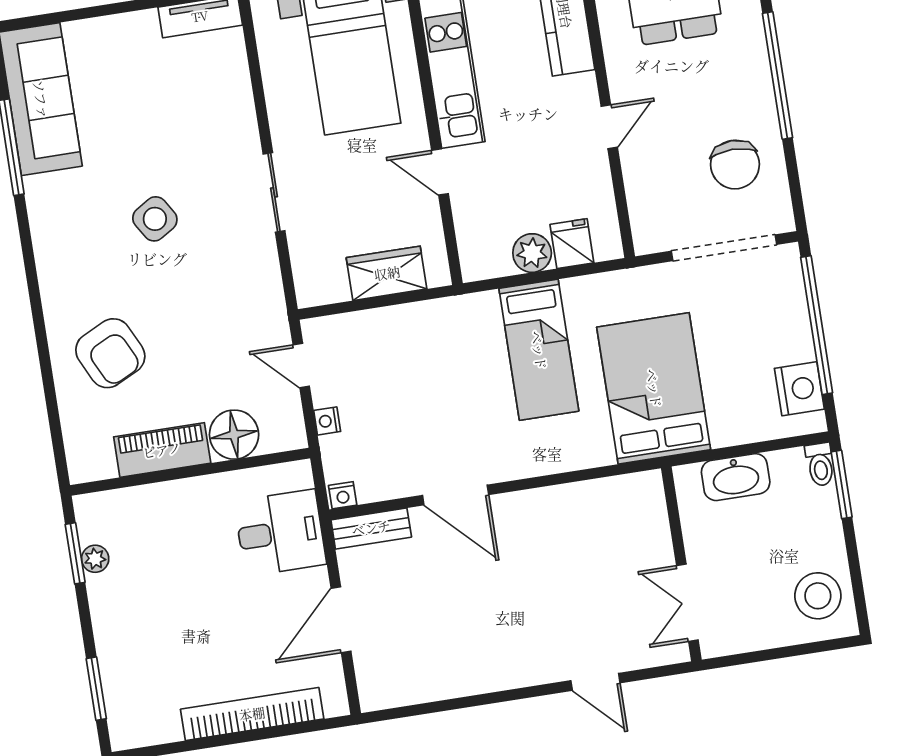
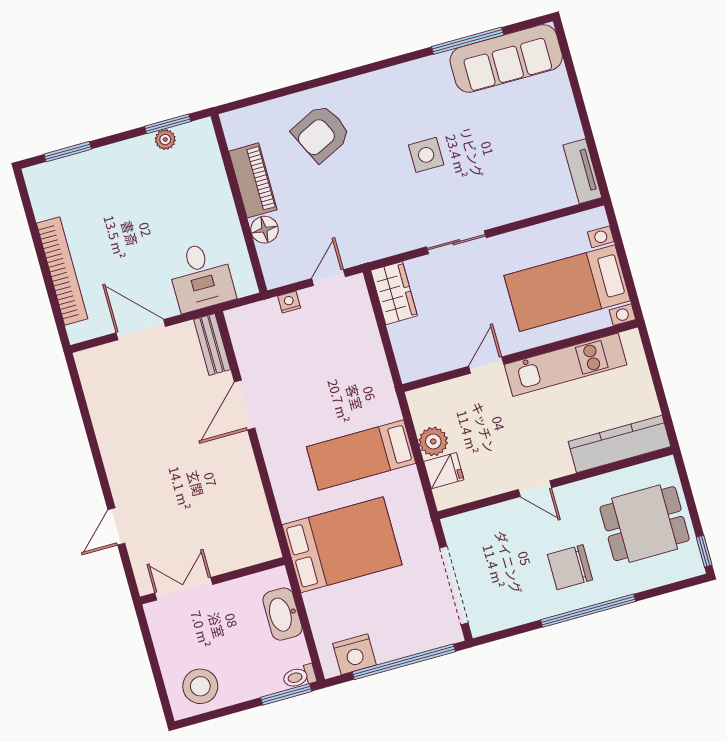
chair: (735, 165) -> (570, 567), moved
side table: (155, 219) -> (426, 155), turned 32
wardrobe: (387, 273) -> (394, 293), moved
floor lamp: (234, 435) -> (264, 230), width x0.73, depth x0.73
nightstand: (343, 495) -> (235, 320), removed

